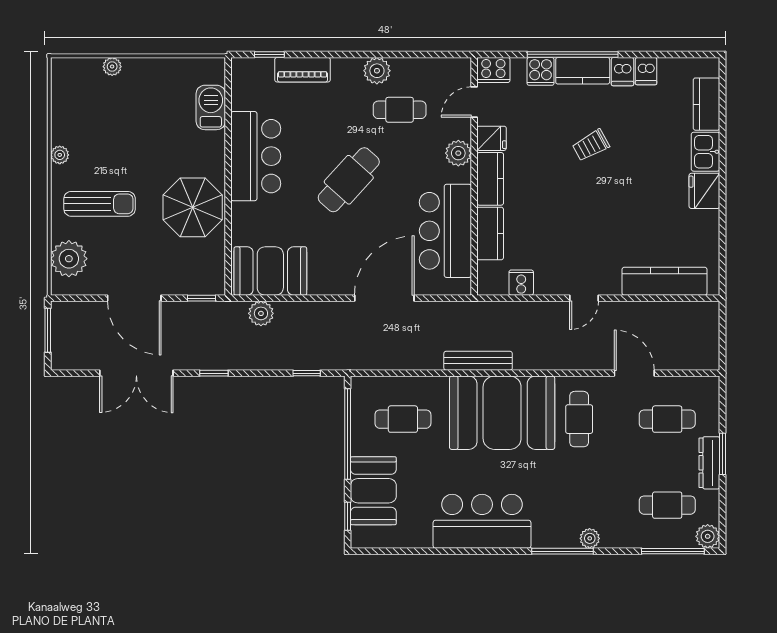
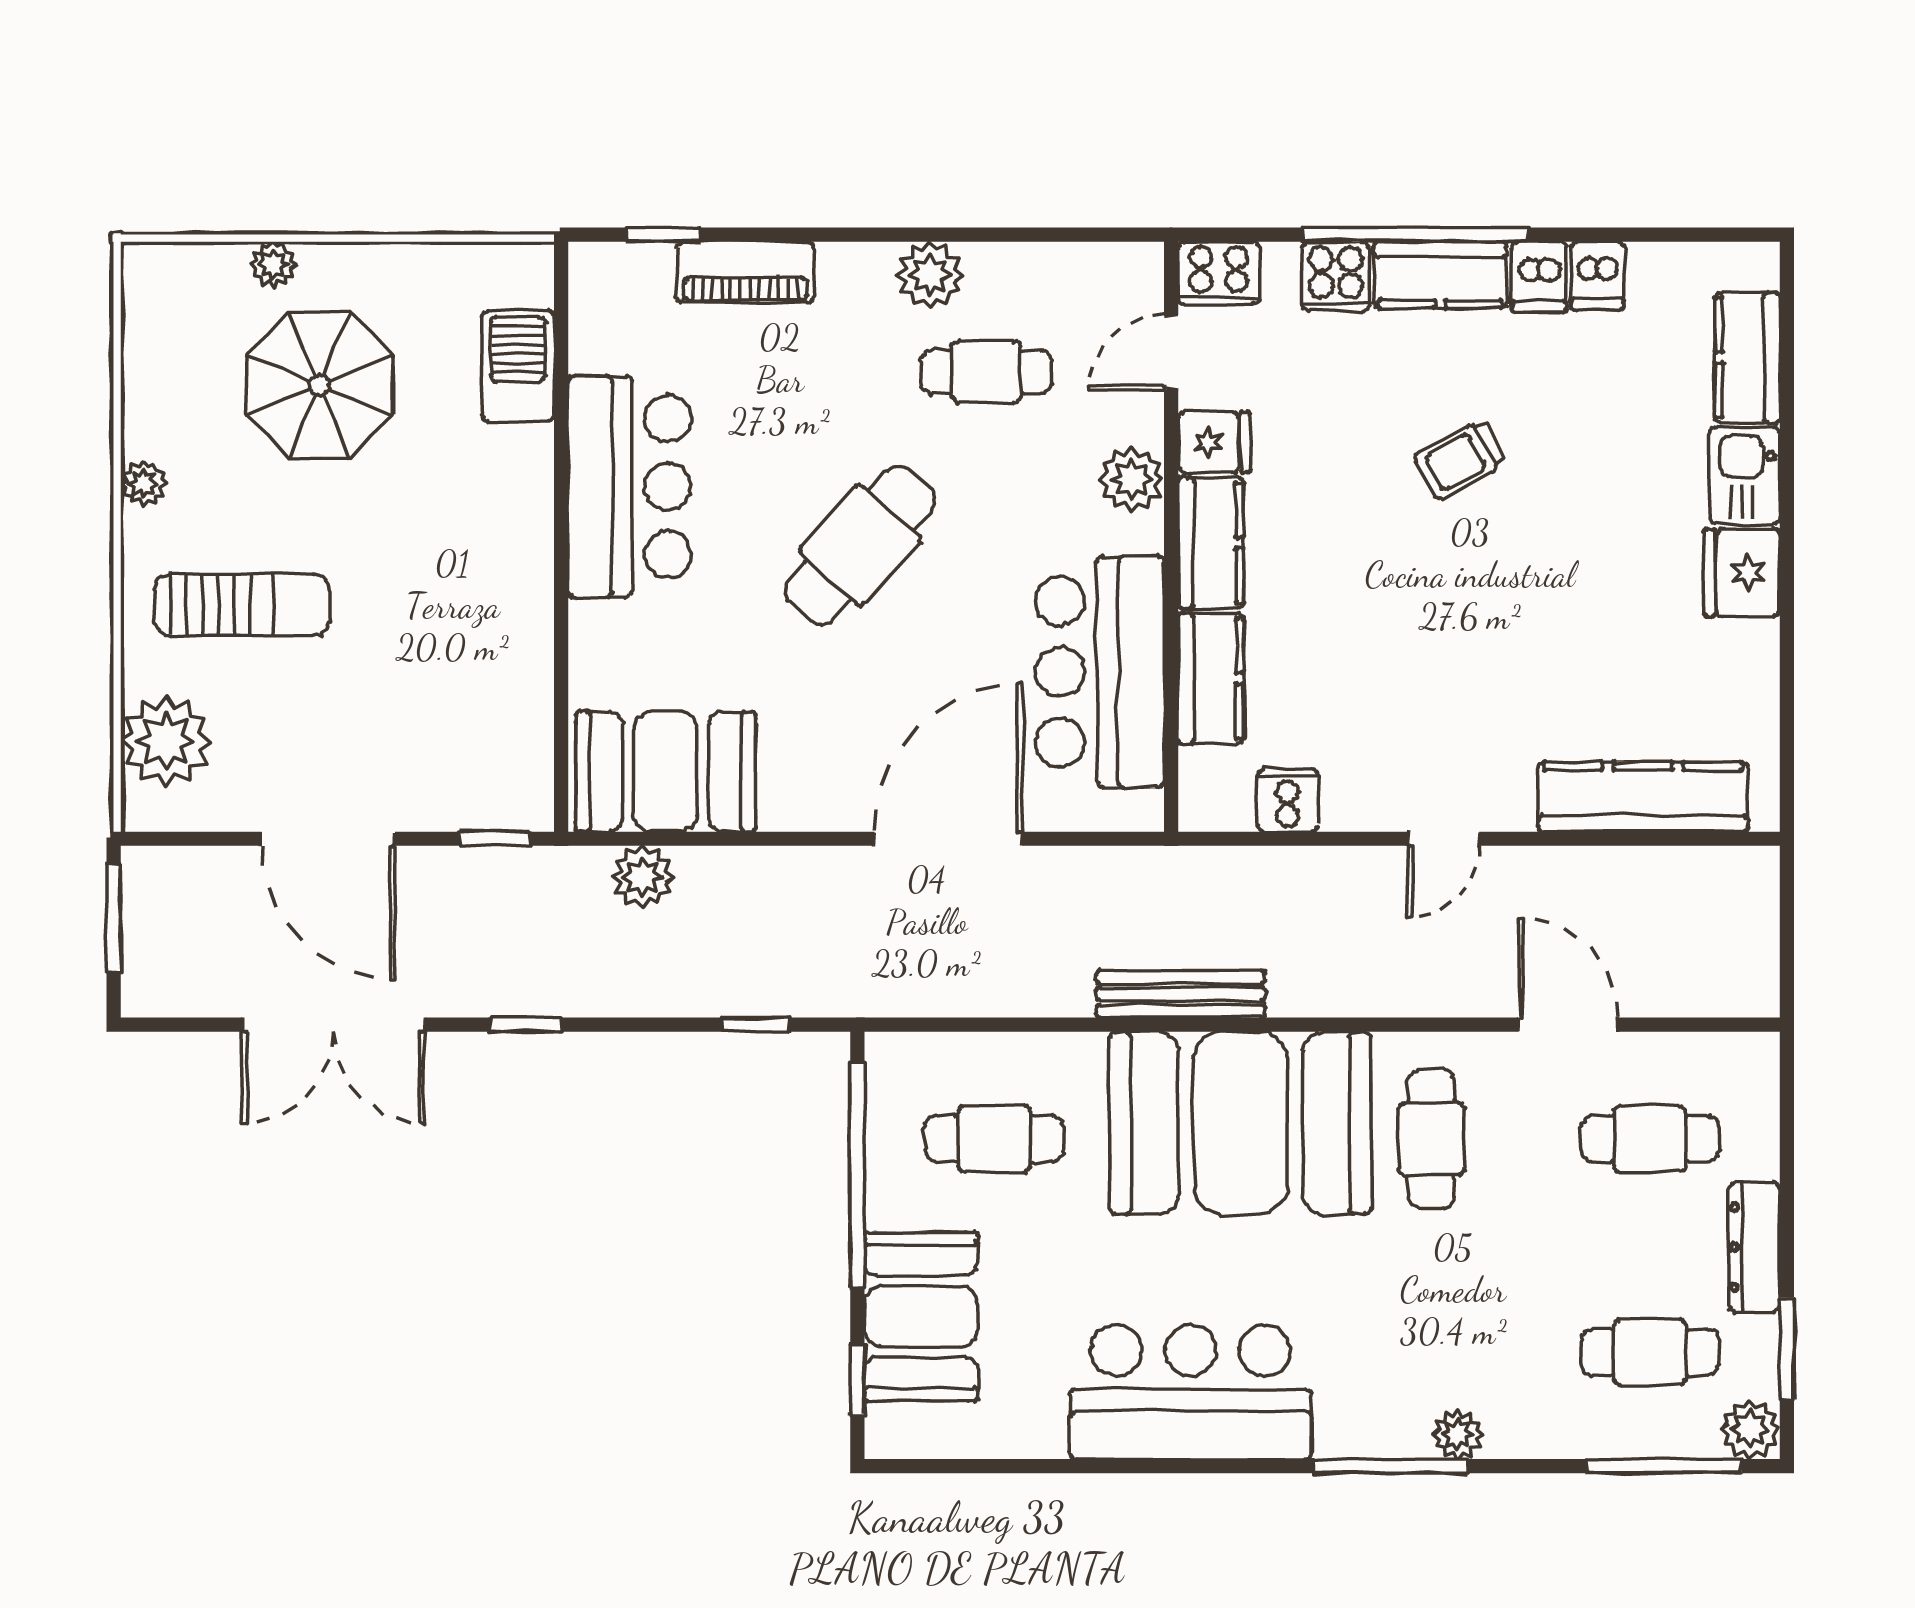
parasol: (193, 207) -> (319, 385), moved
window: (722, 454) -> (1787, 1349), moved

